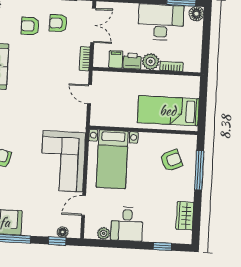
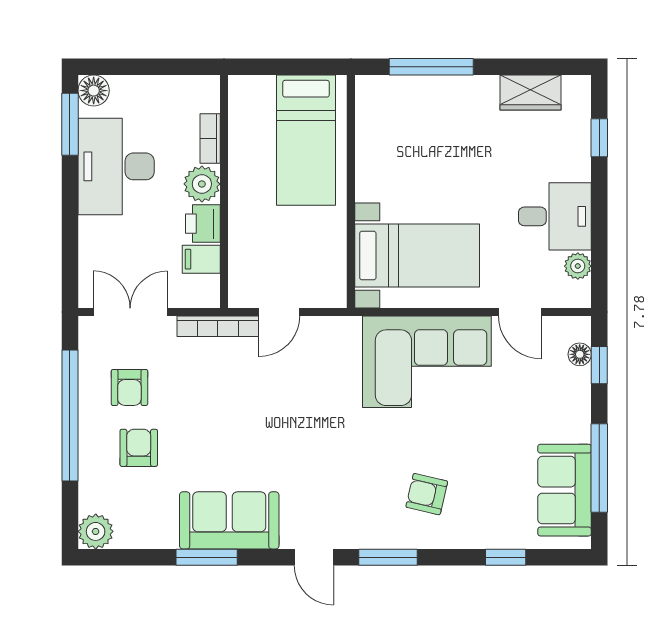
armchair: (30, 26) -> (139, 448), turned 180
bookcase: (85, 59) -> (218, 326), width x1.56
armchair: (171, 160) -> (413, 128), removed

